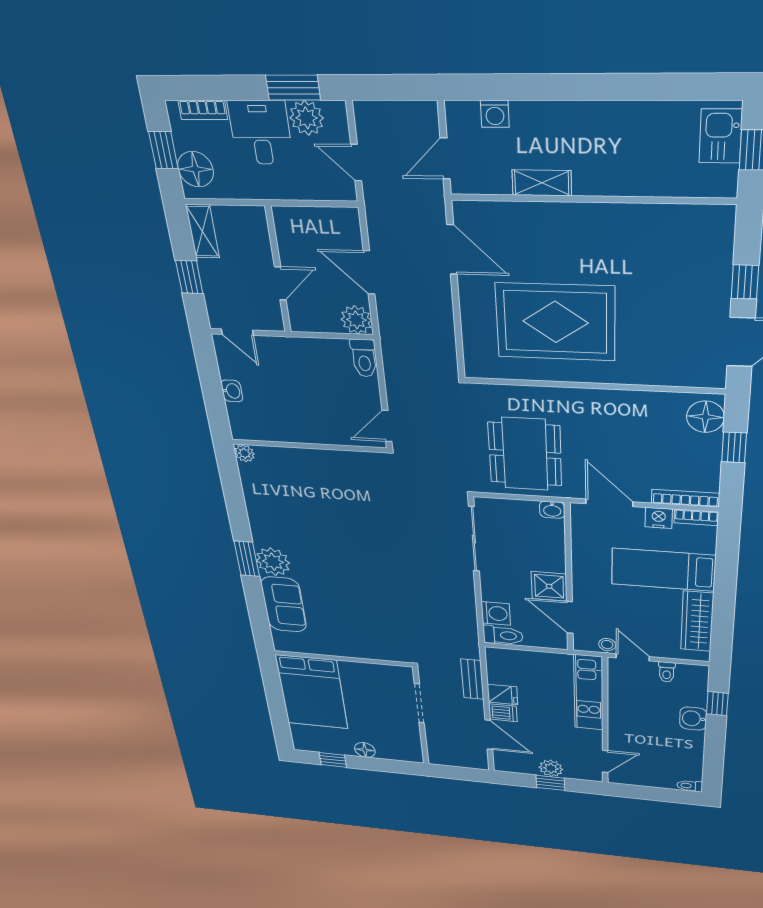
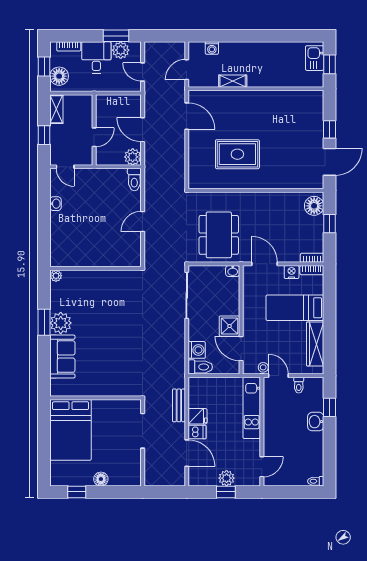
rug: (555, 322) -> (237, 154), width x0.73, depth x0.69
wall: (309, 446) -> (96, 268), moved
plant: (245, 453) -> (56, 276), moved
bookcase: (685, 498) -> (312, 258), width x0.64

